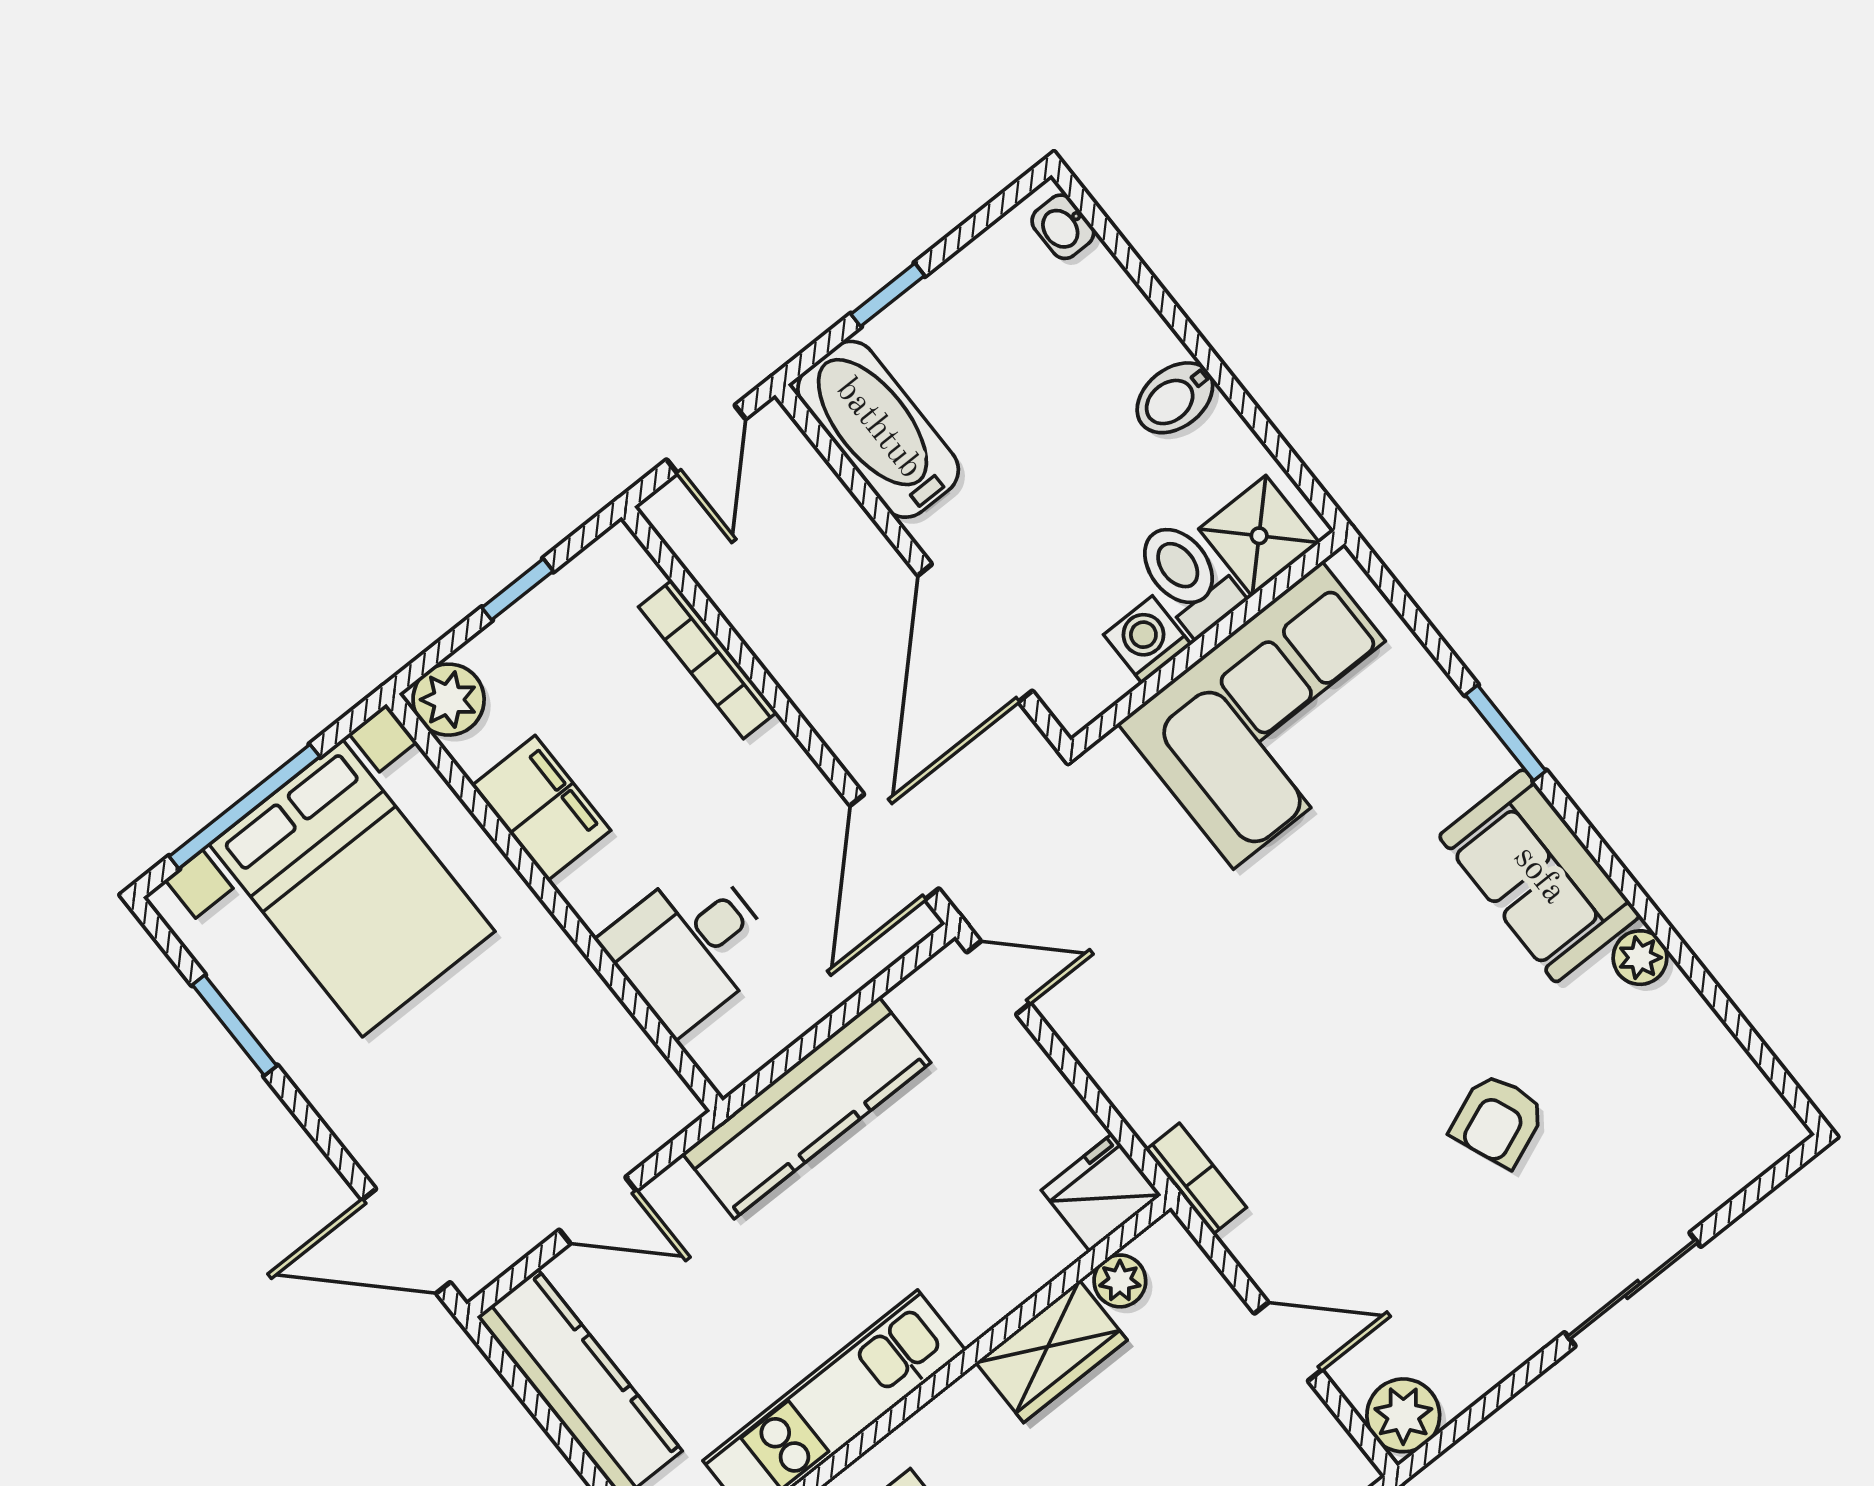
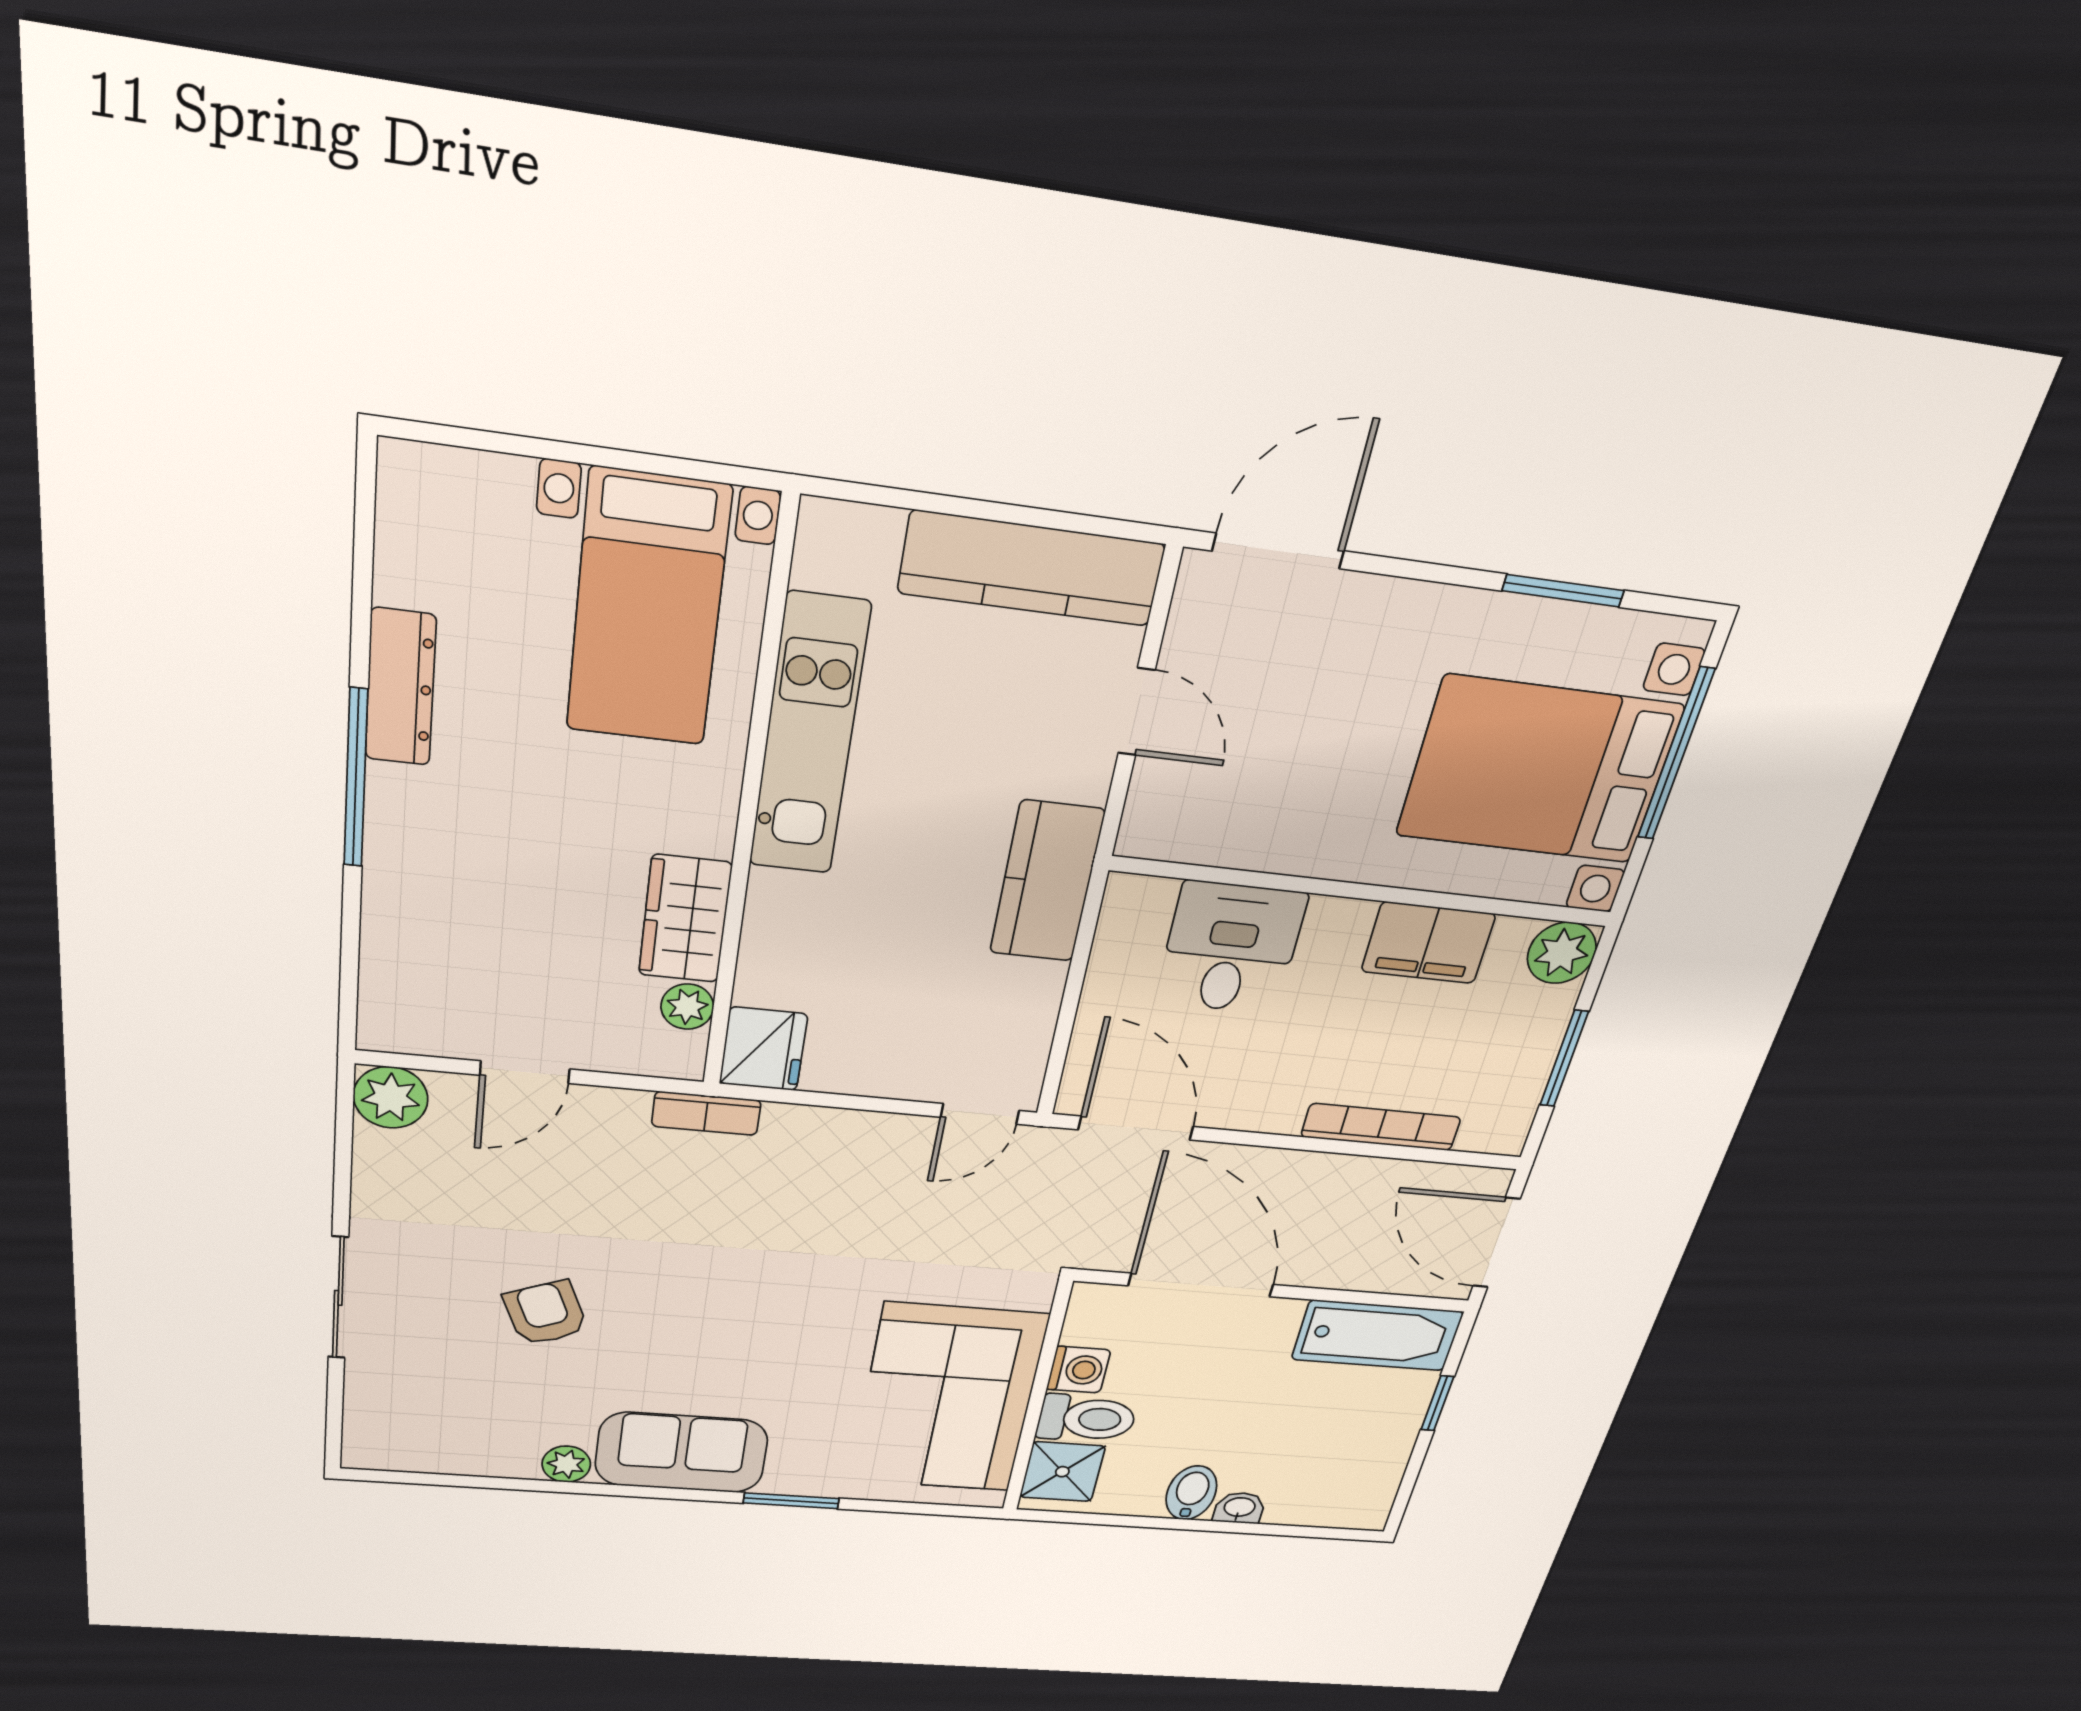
washbasin: (1063, 227) -> (1239, 1508), moved
door: (706, 439) -> (1496, 1243), width x1.37
window: (518, 589) -> (1564, 1059), width x1.50
kitchen counter: (806, 1108) -> (1047, 882), width x0.67
door: (598, 1210) -> (1136, 712), swing flipped

